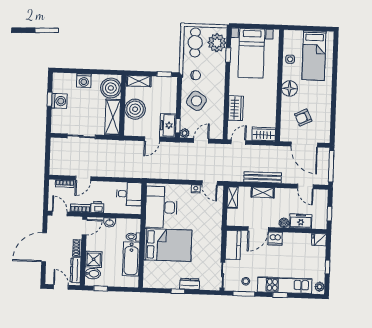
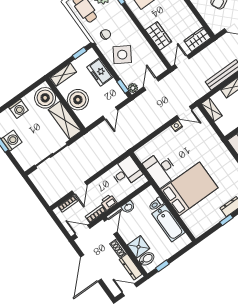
freezer: (168, 125) -> (100, 72), moved
sliding door: (81, 136) -> (52, 155), width x1.37
desk: (161, 207) -> (161, 169), width x0.73, depth x0.77

